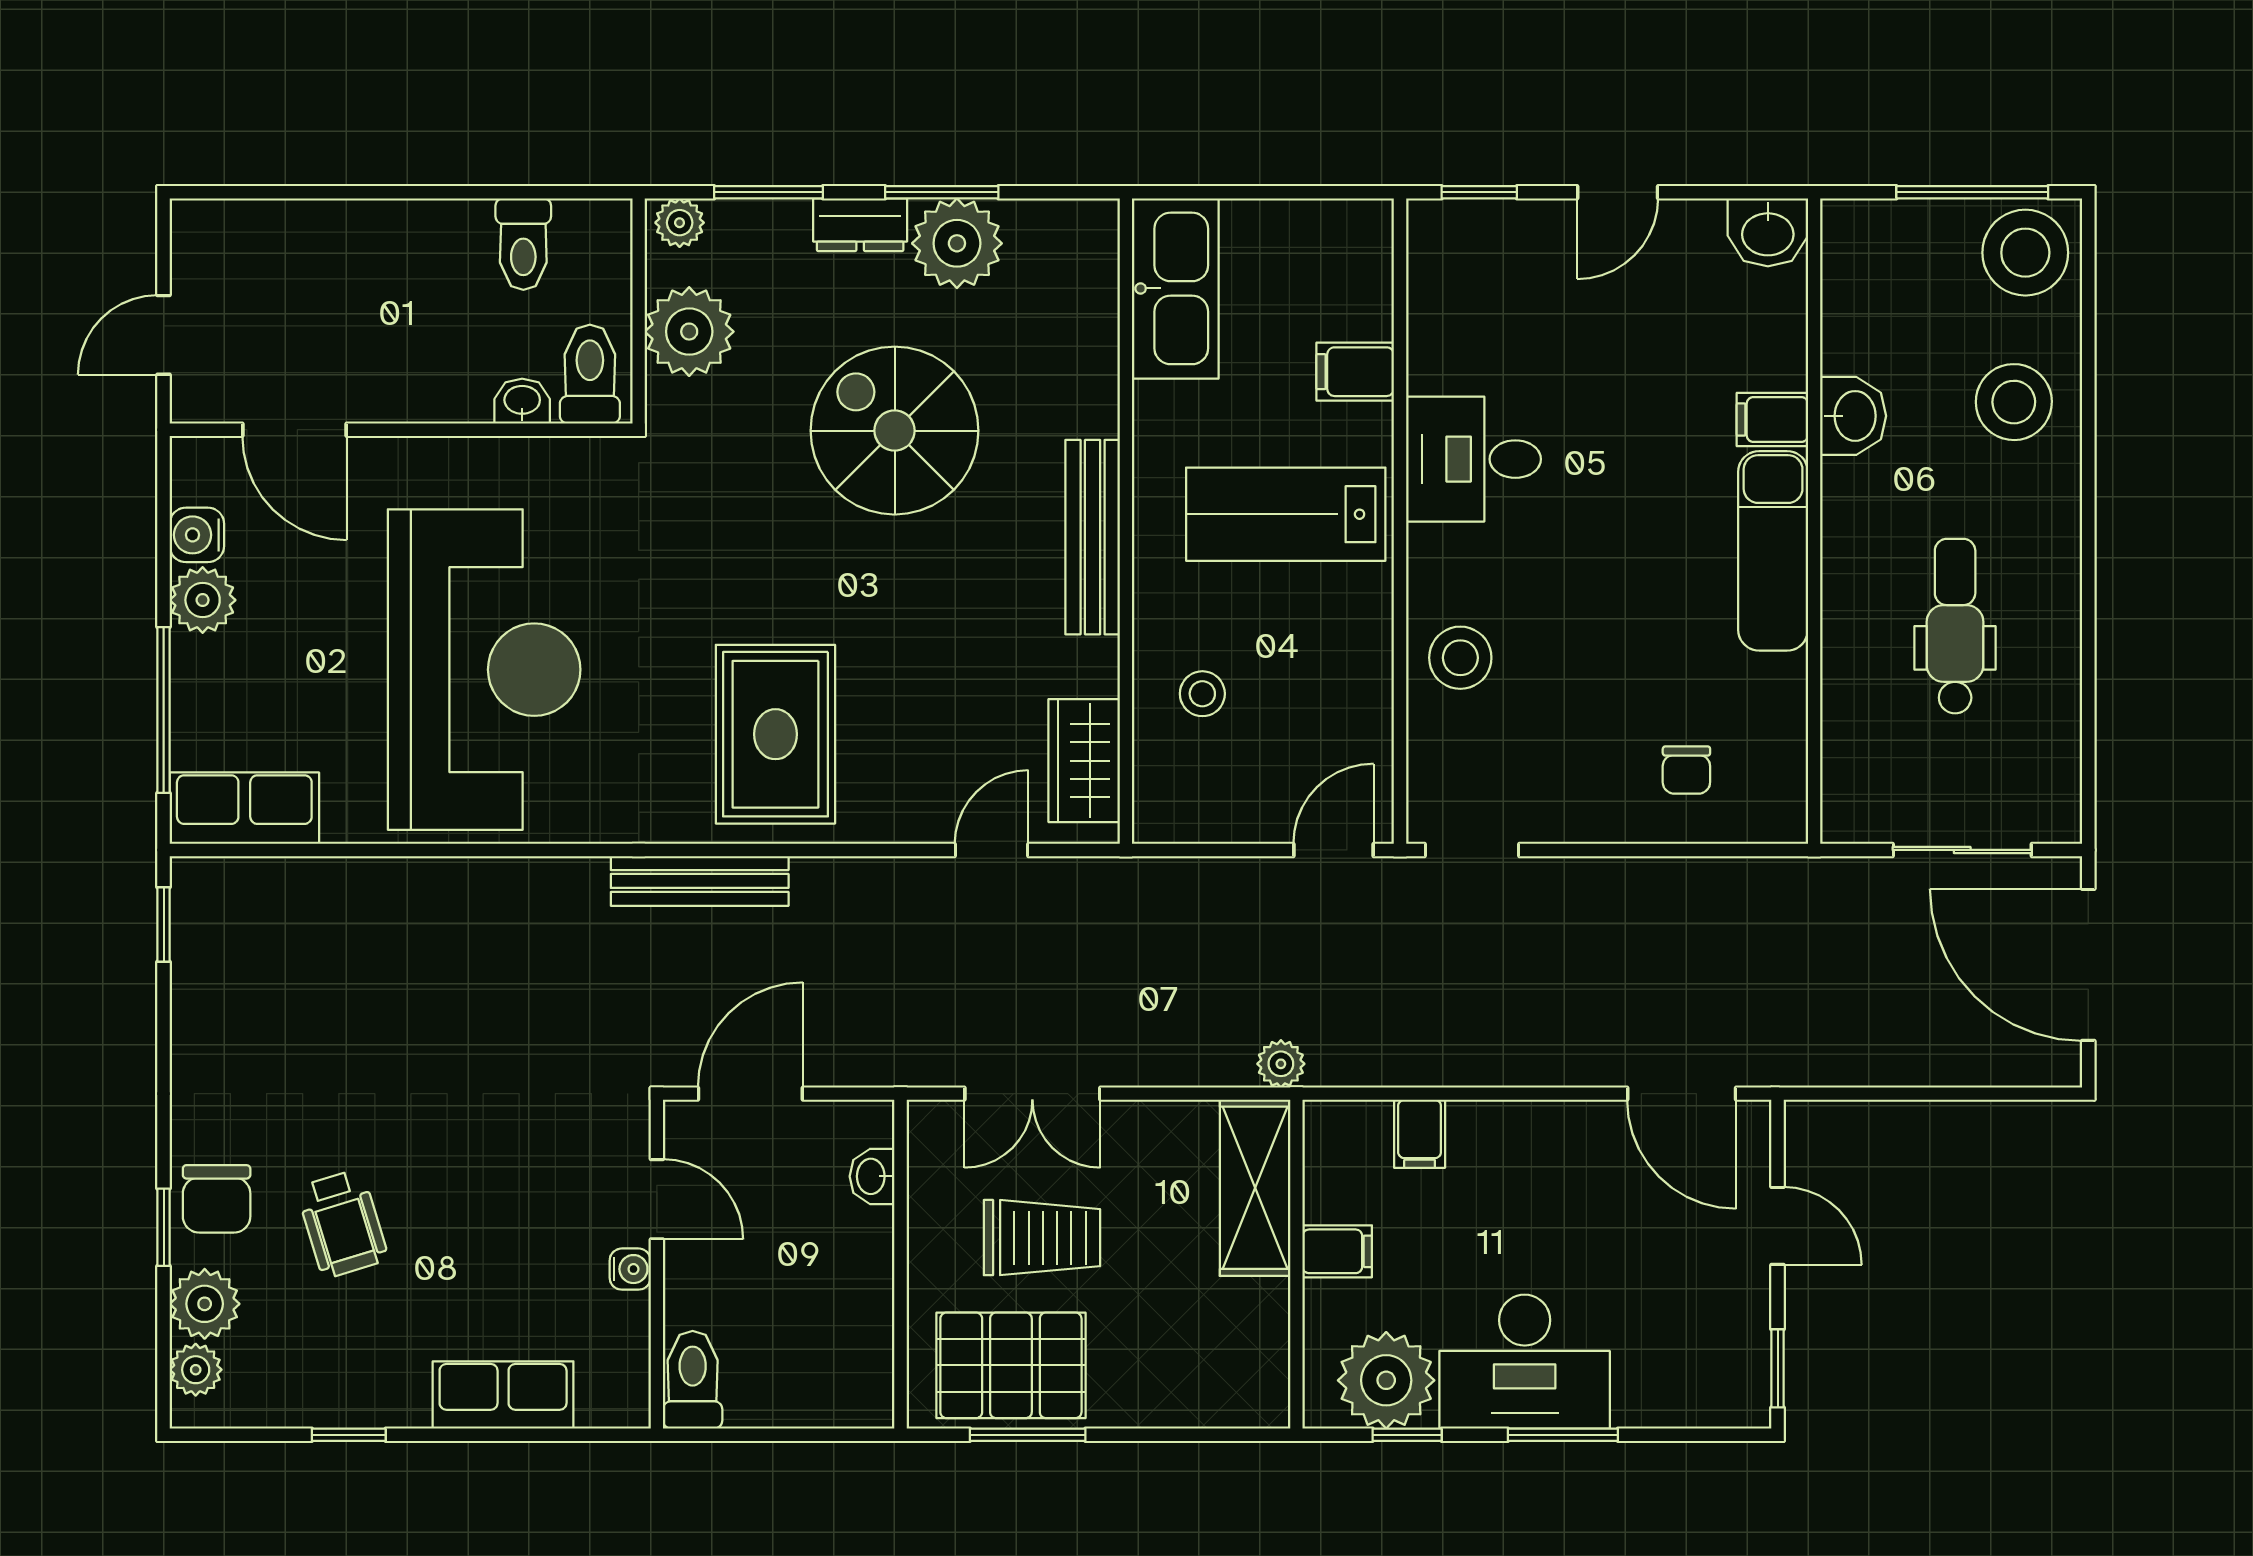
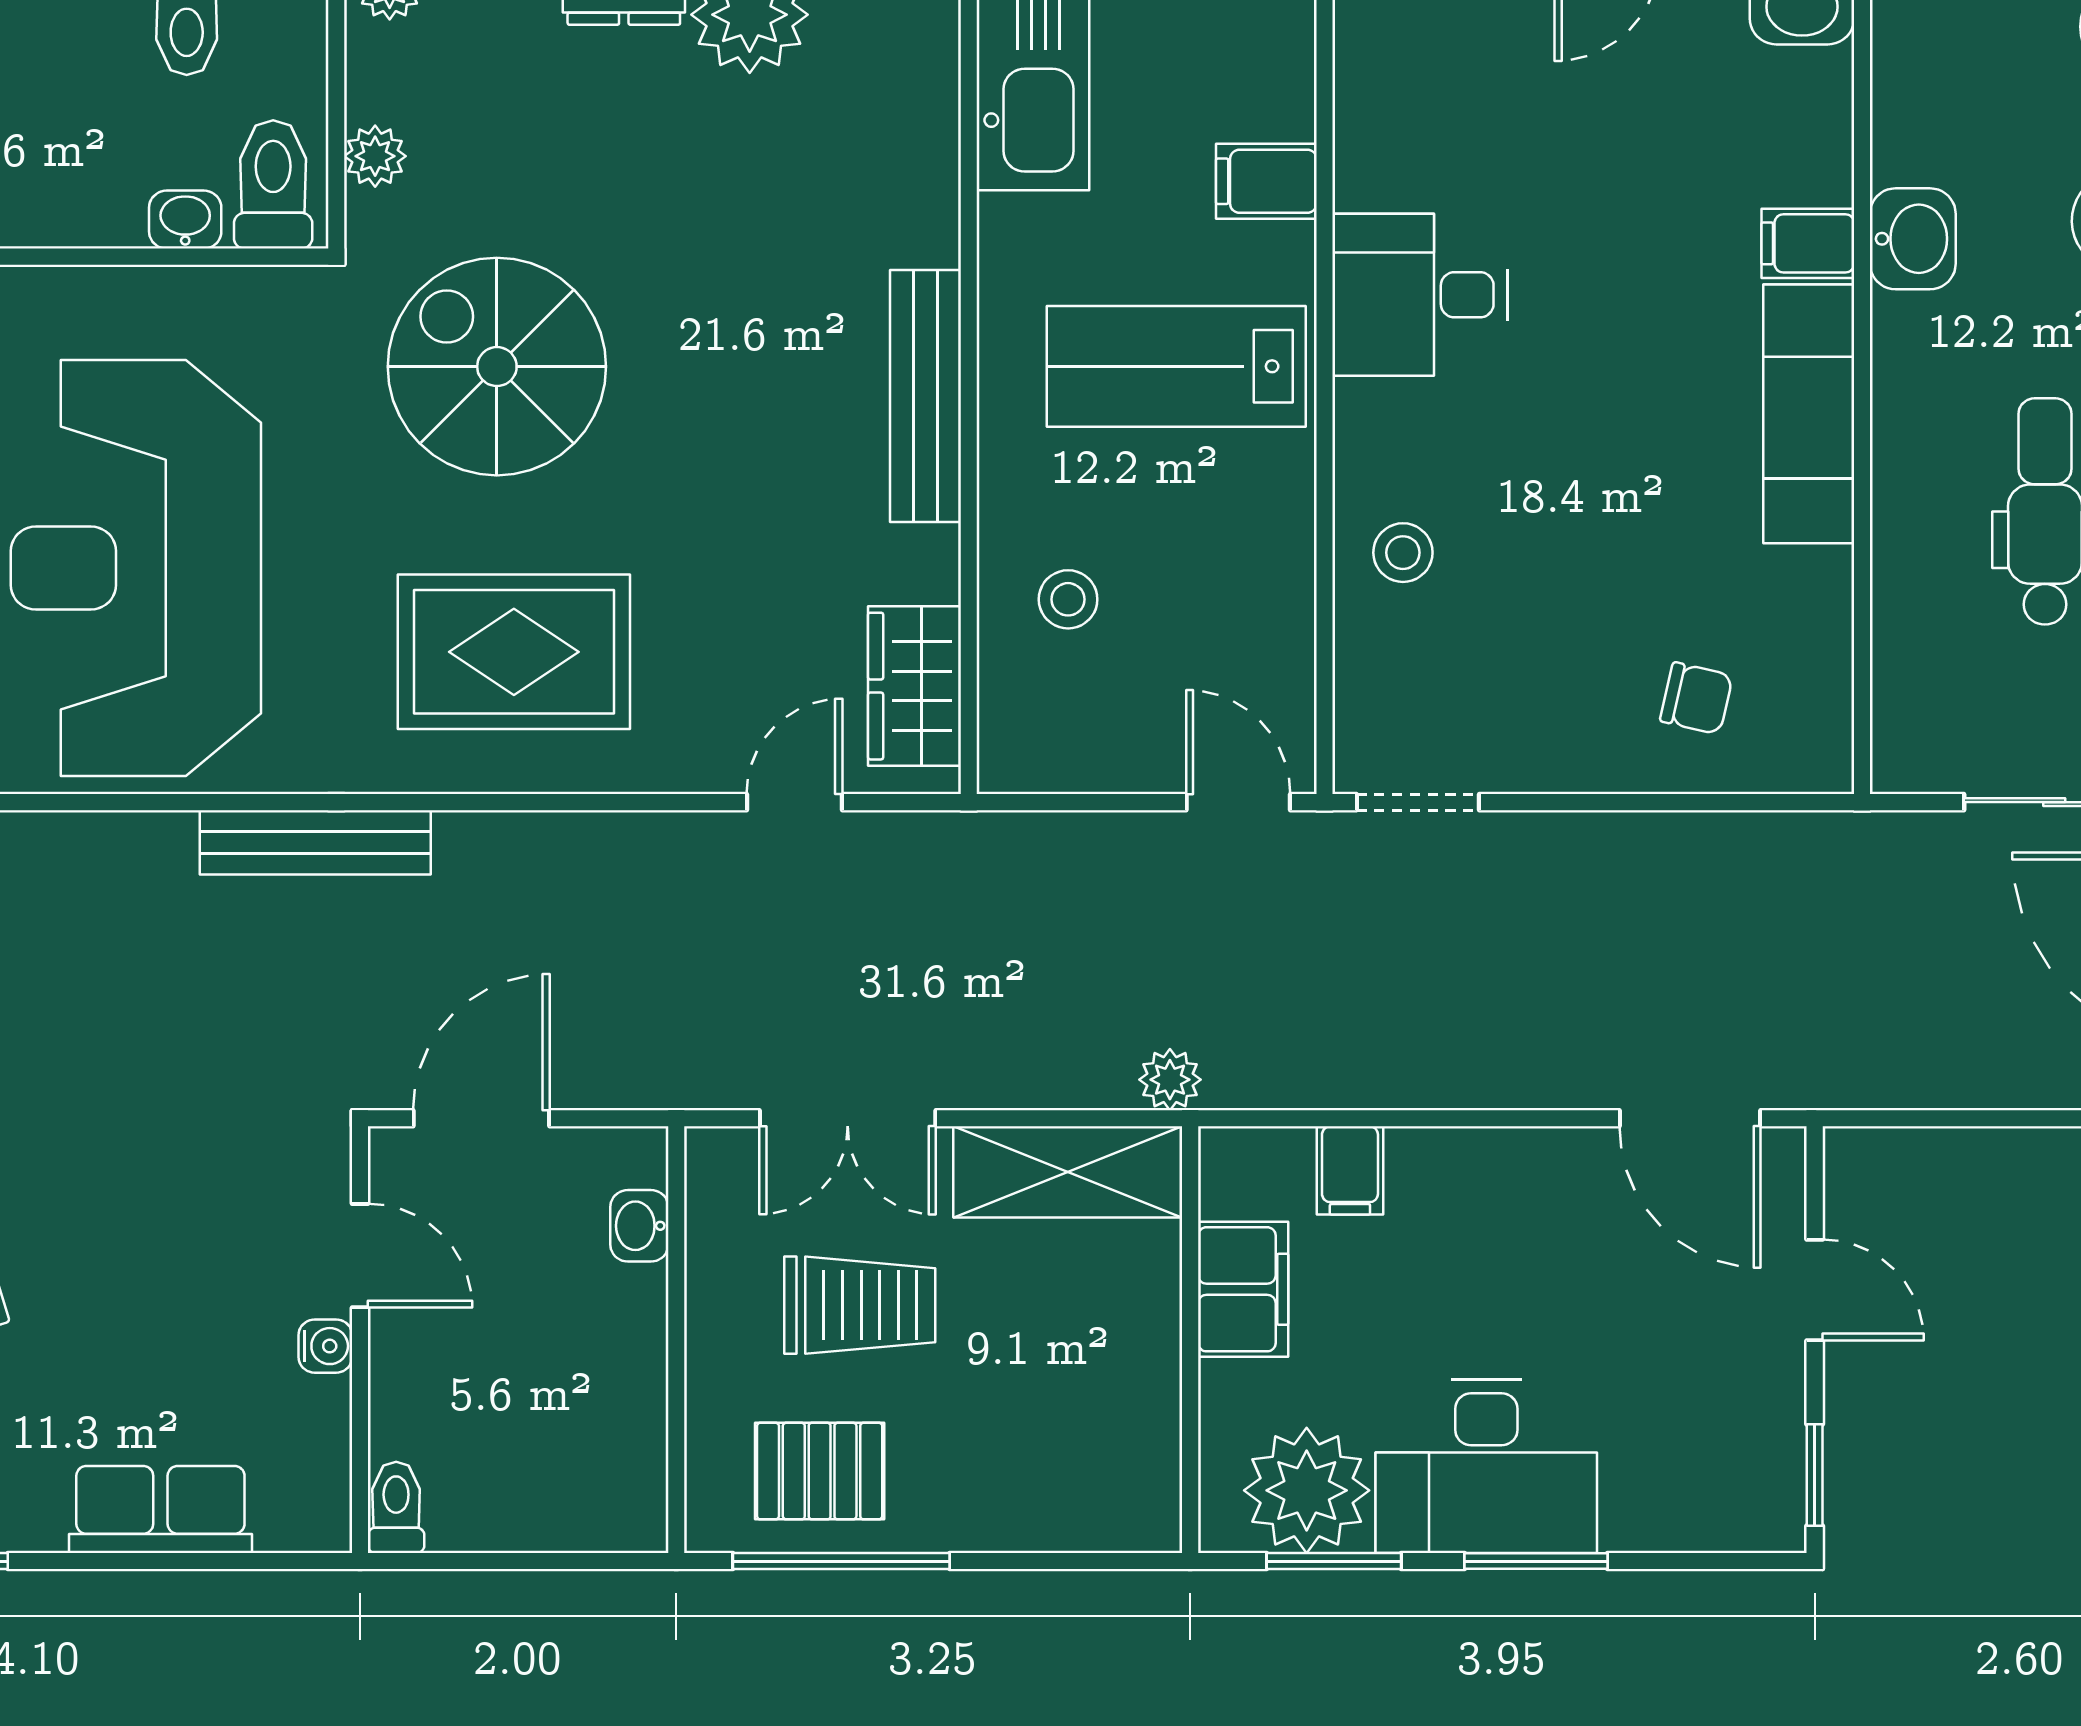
plant: (689, 332) -> (375, 156), width x0.53, depth x0.53
spiral stairs: (895, 431) -> (497, 367), moved
stool: (1460, 658) -> (1403, 553), width x0.73, depth x0.73
reception desk: (484, 670) -> (136, 568), turned 180
rug: (775, 734) -> (514, 652), turned 90
chair: (1686, 770) -> (1696, 698), turned -77
door: (1333, 850) -> (1238, 802), hinge flipped
bench: (700, 881) -> (315, 842), moved
shelving: (1255, 1188) -> (1068, 1172), moved, turned 90
filing cabinet: (1337, 1251) -> (1243, 1289), width x2.00
pallet: (1011, 1365) -> (820, 1471), width x0.67, depth x0.71
toilet: (693, 1380) -> (396, 1507), width x0.73, depth x0.72
window: (1028, 1435) -> (841, 1561), width x1.44
window: (1407, 1435) -> (1334, 1561), width x1.50

